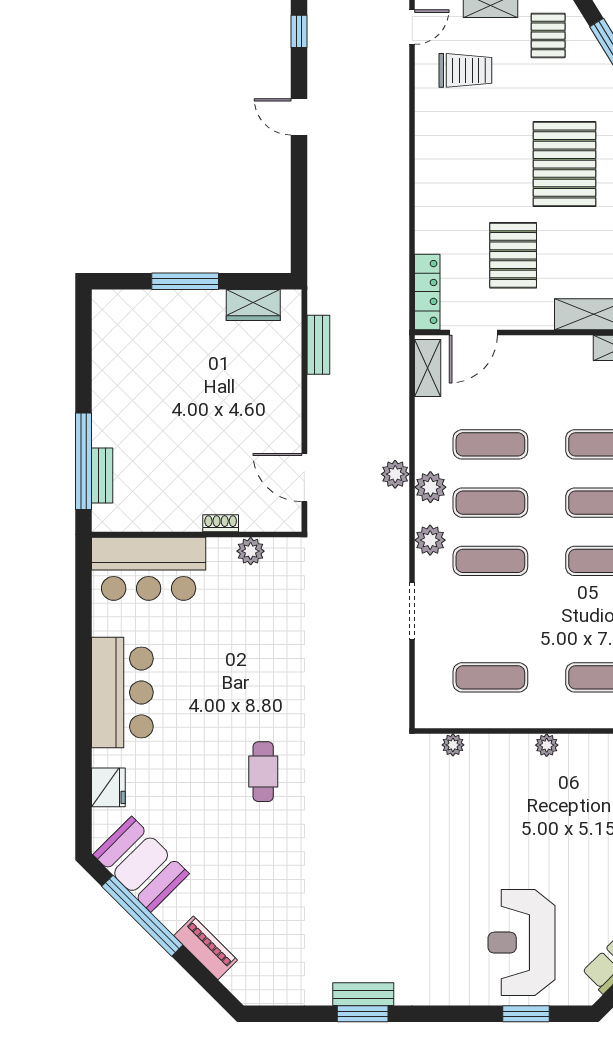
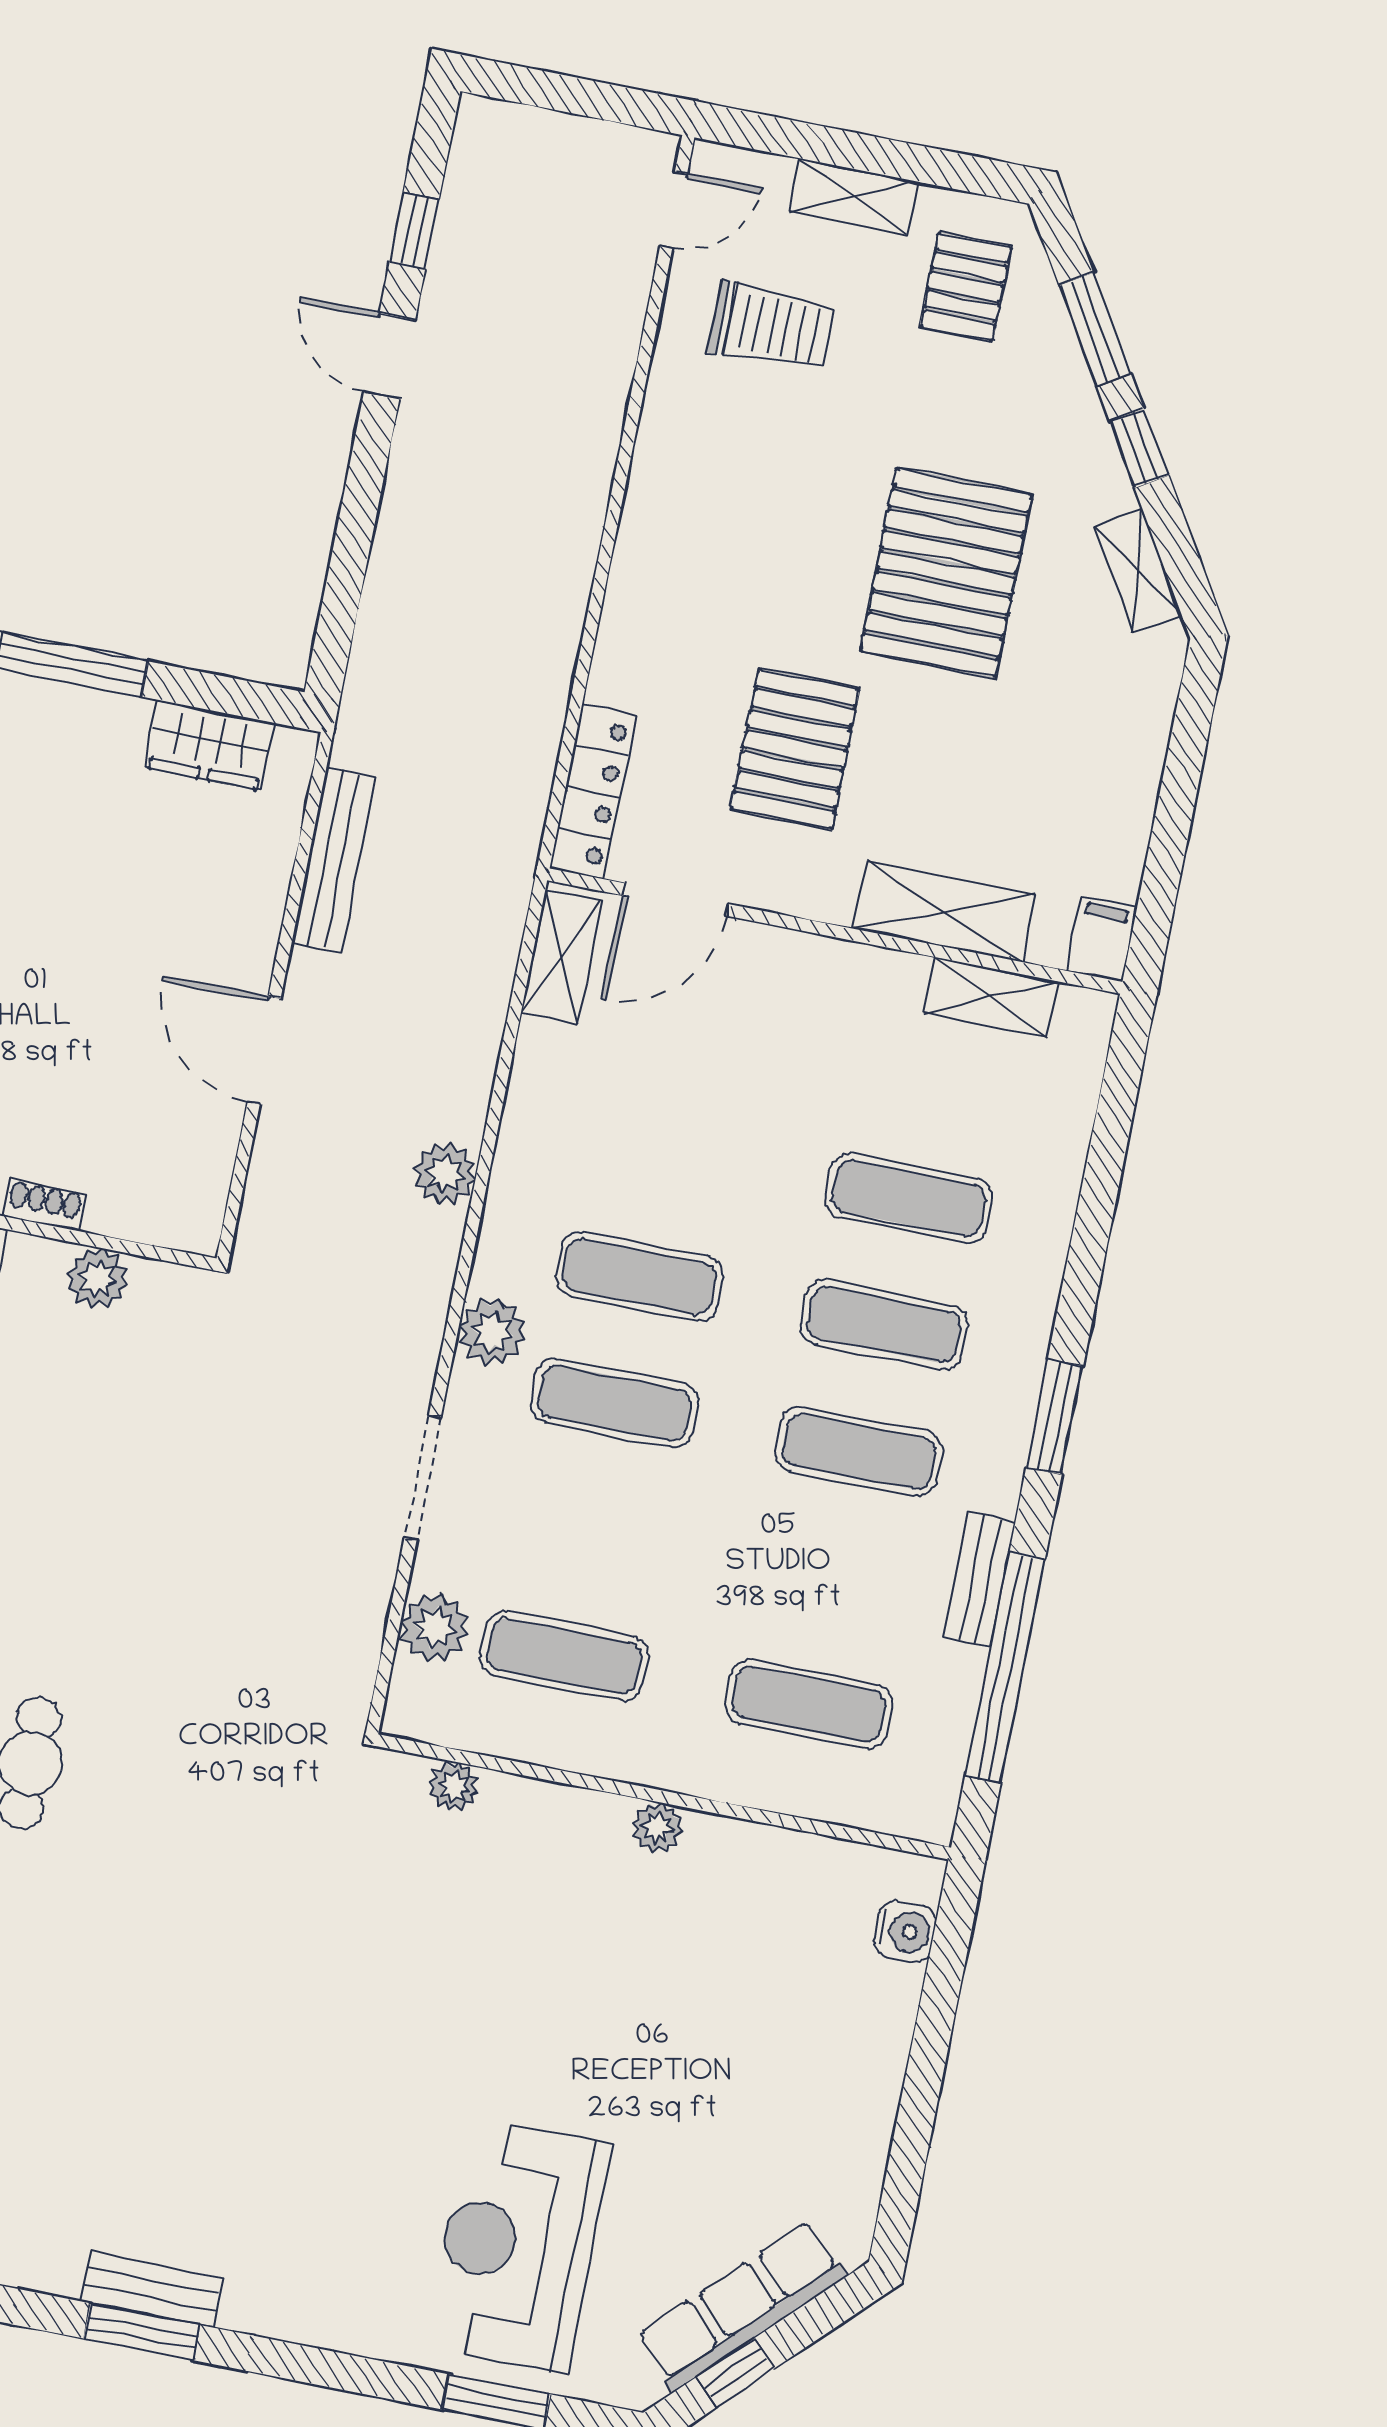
window: (299, 31) -> (414, 230), moved
bench: (318, 345) -> (334, 860), width x1.36
exercise mat: (490, 444) -> (664, 1150), removed
door: (304, 478) -> (264, 1050), moved
plant: (430, 487) -> (435, 1628), moved

